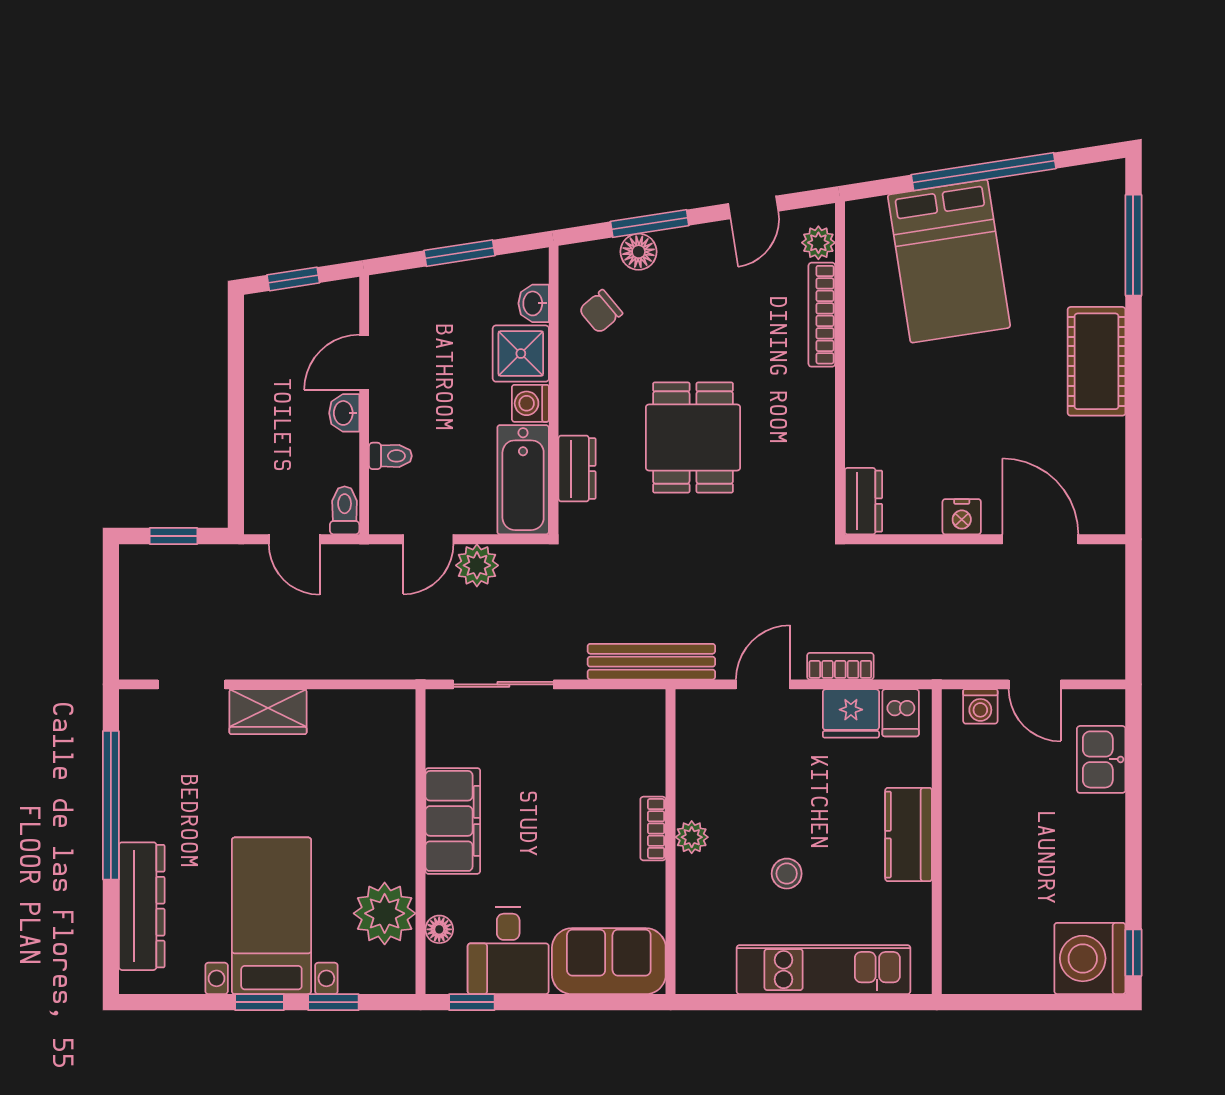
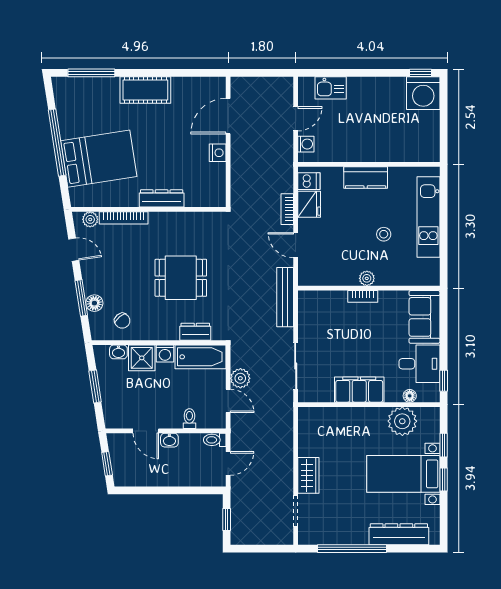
dresser: (863, 501) -> (162, 198), moved, width x1.44

